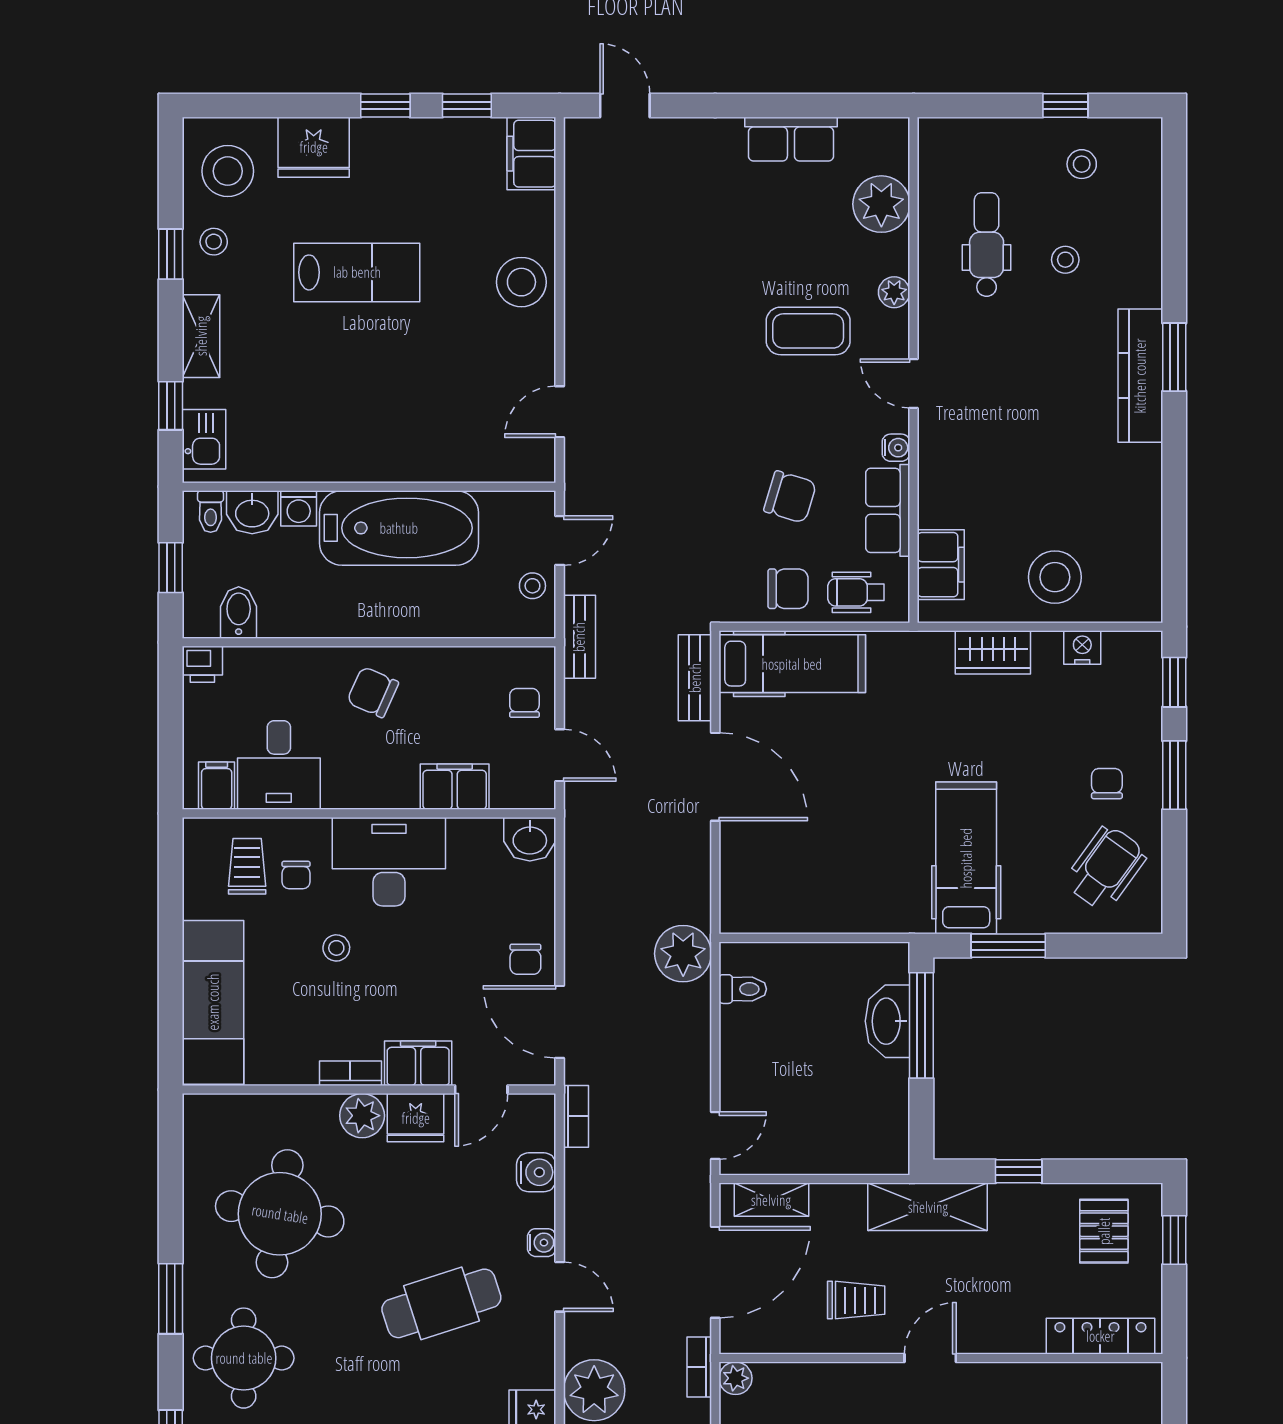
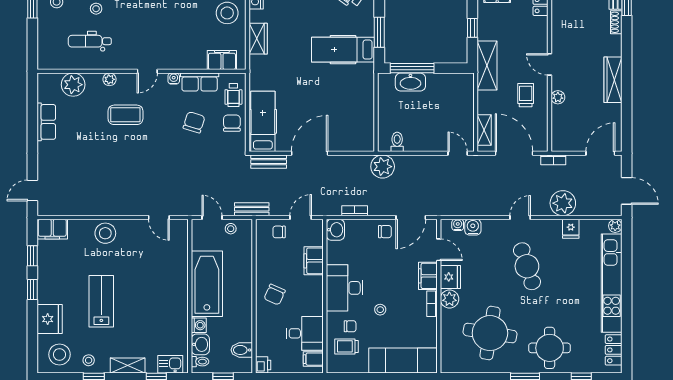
coffee table: (808, 331) -> (125, 115), turned 90
bookcase: (576, 1116) -> (355, 211), moved
water cooler: (542, 1243) -> (458, 225), moved
plant: (735, 1378) -> (558, 97), moved

